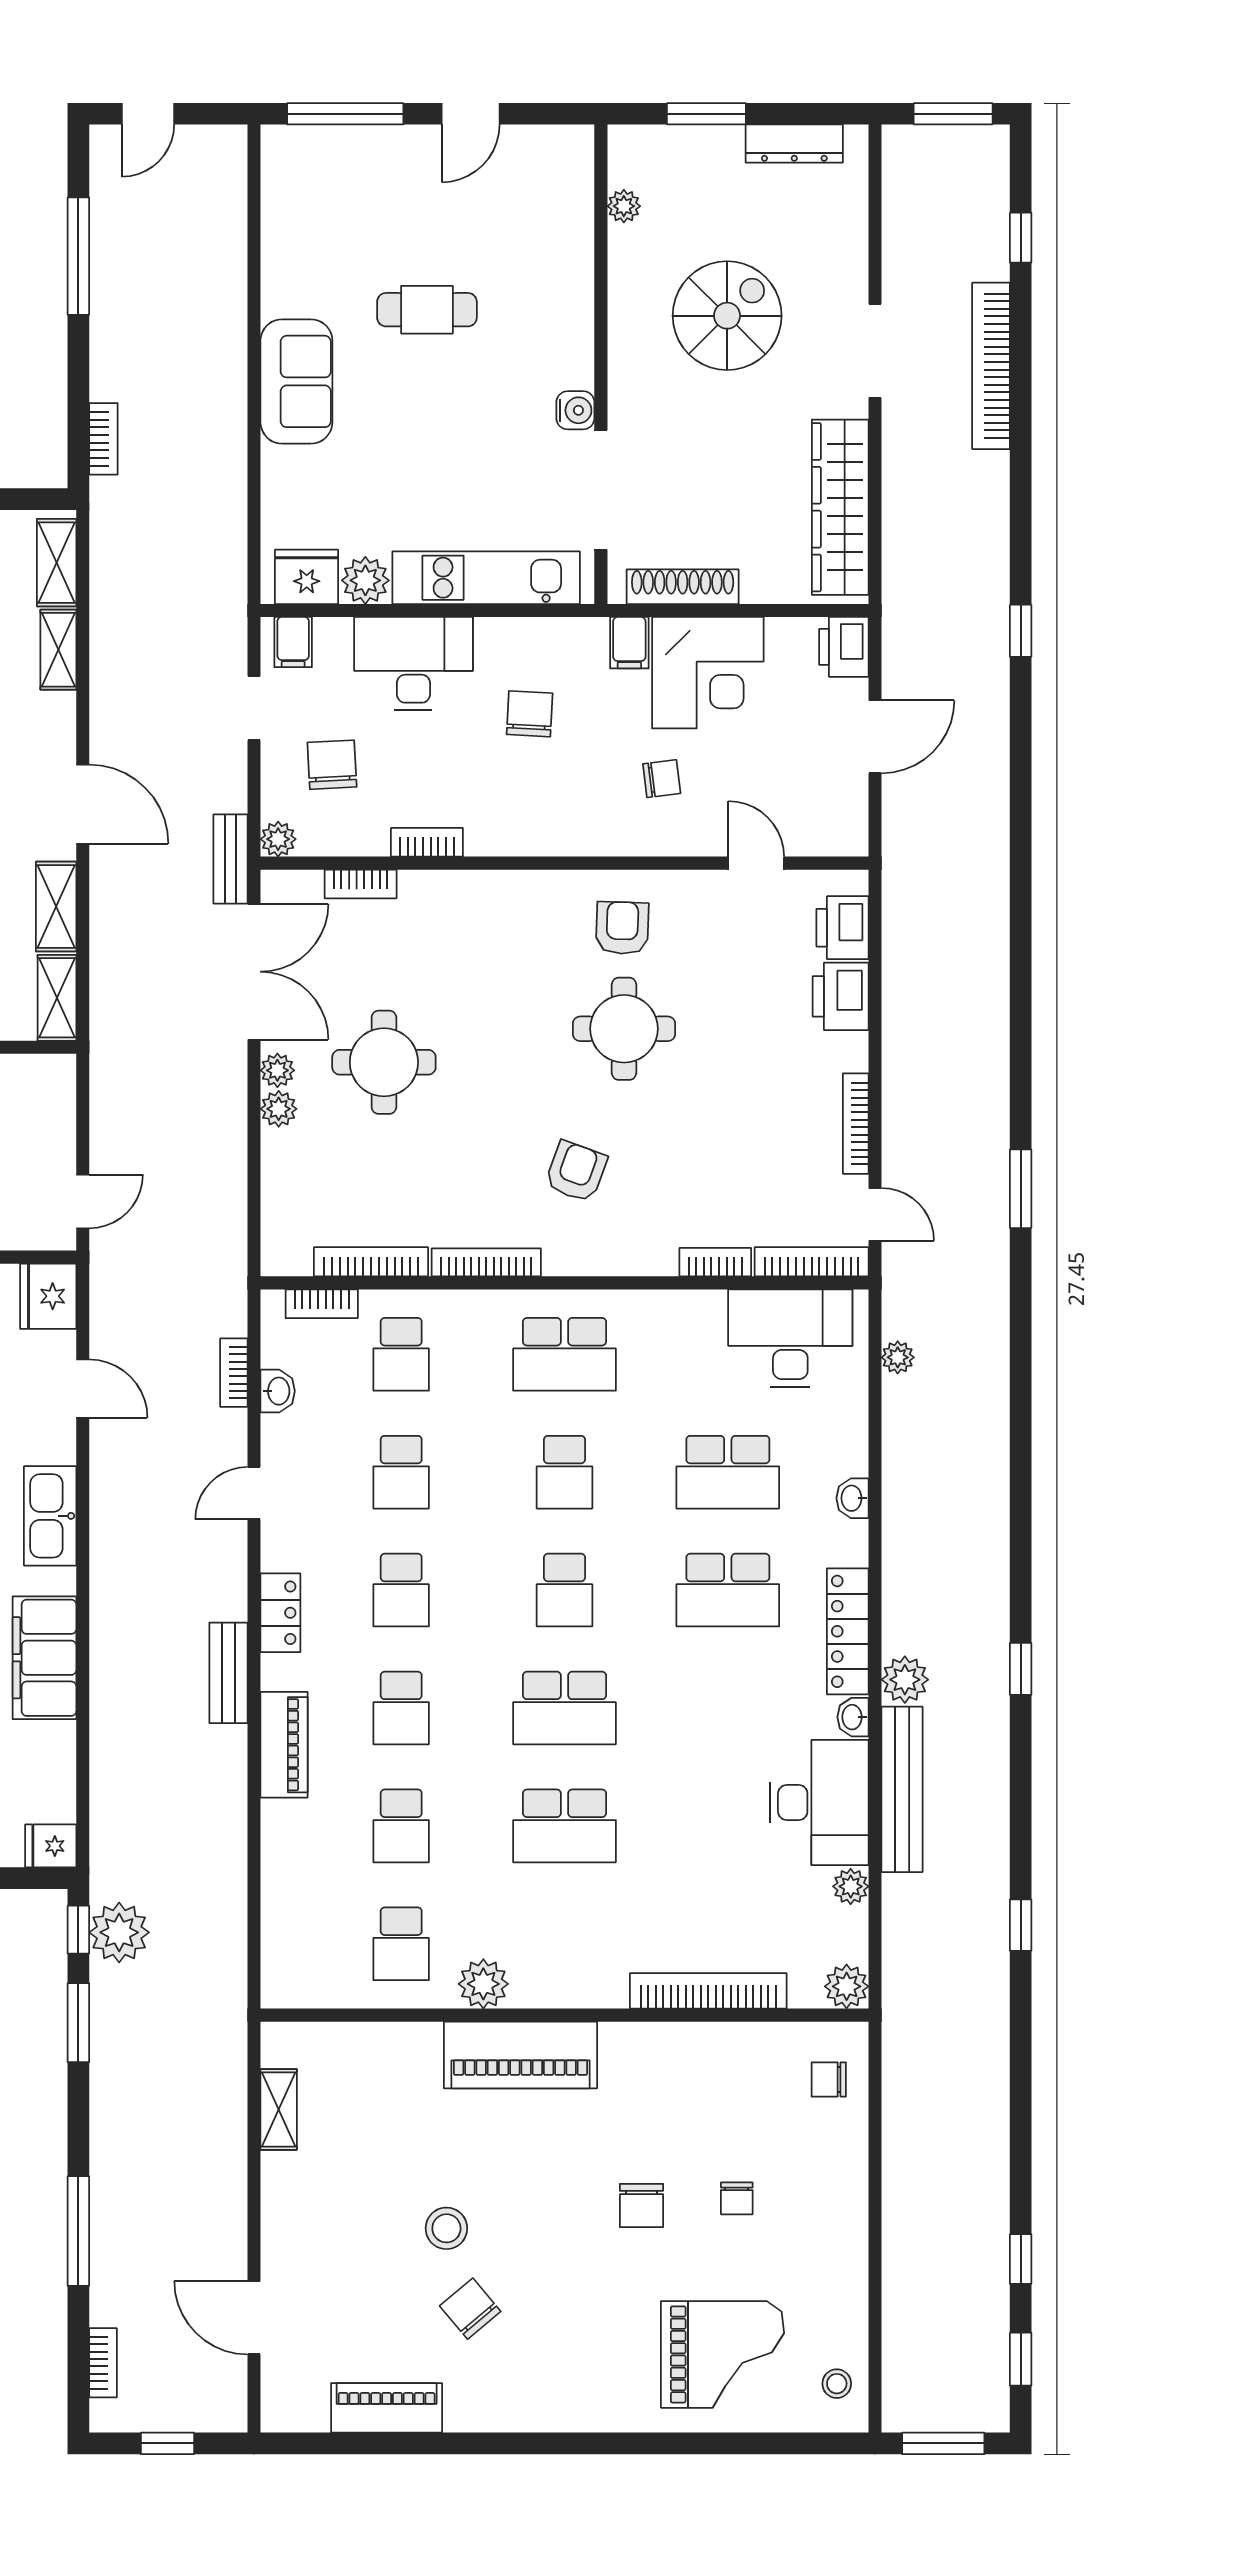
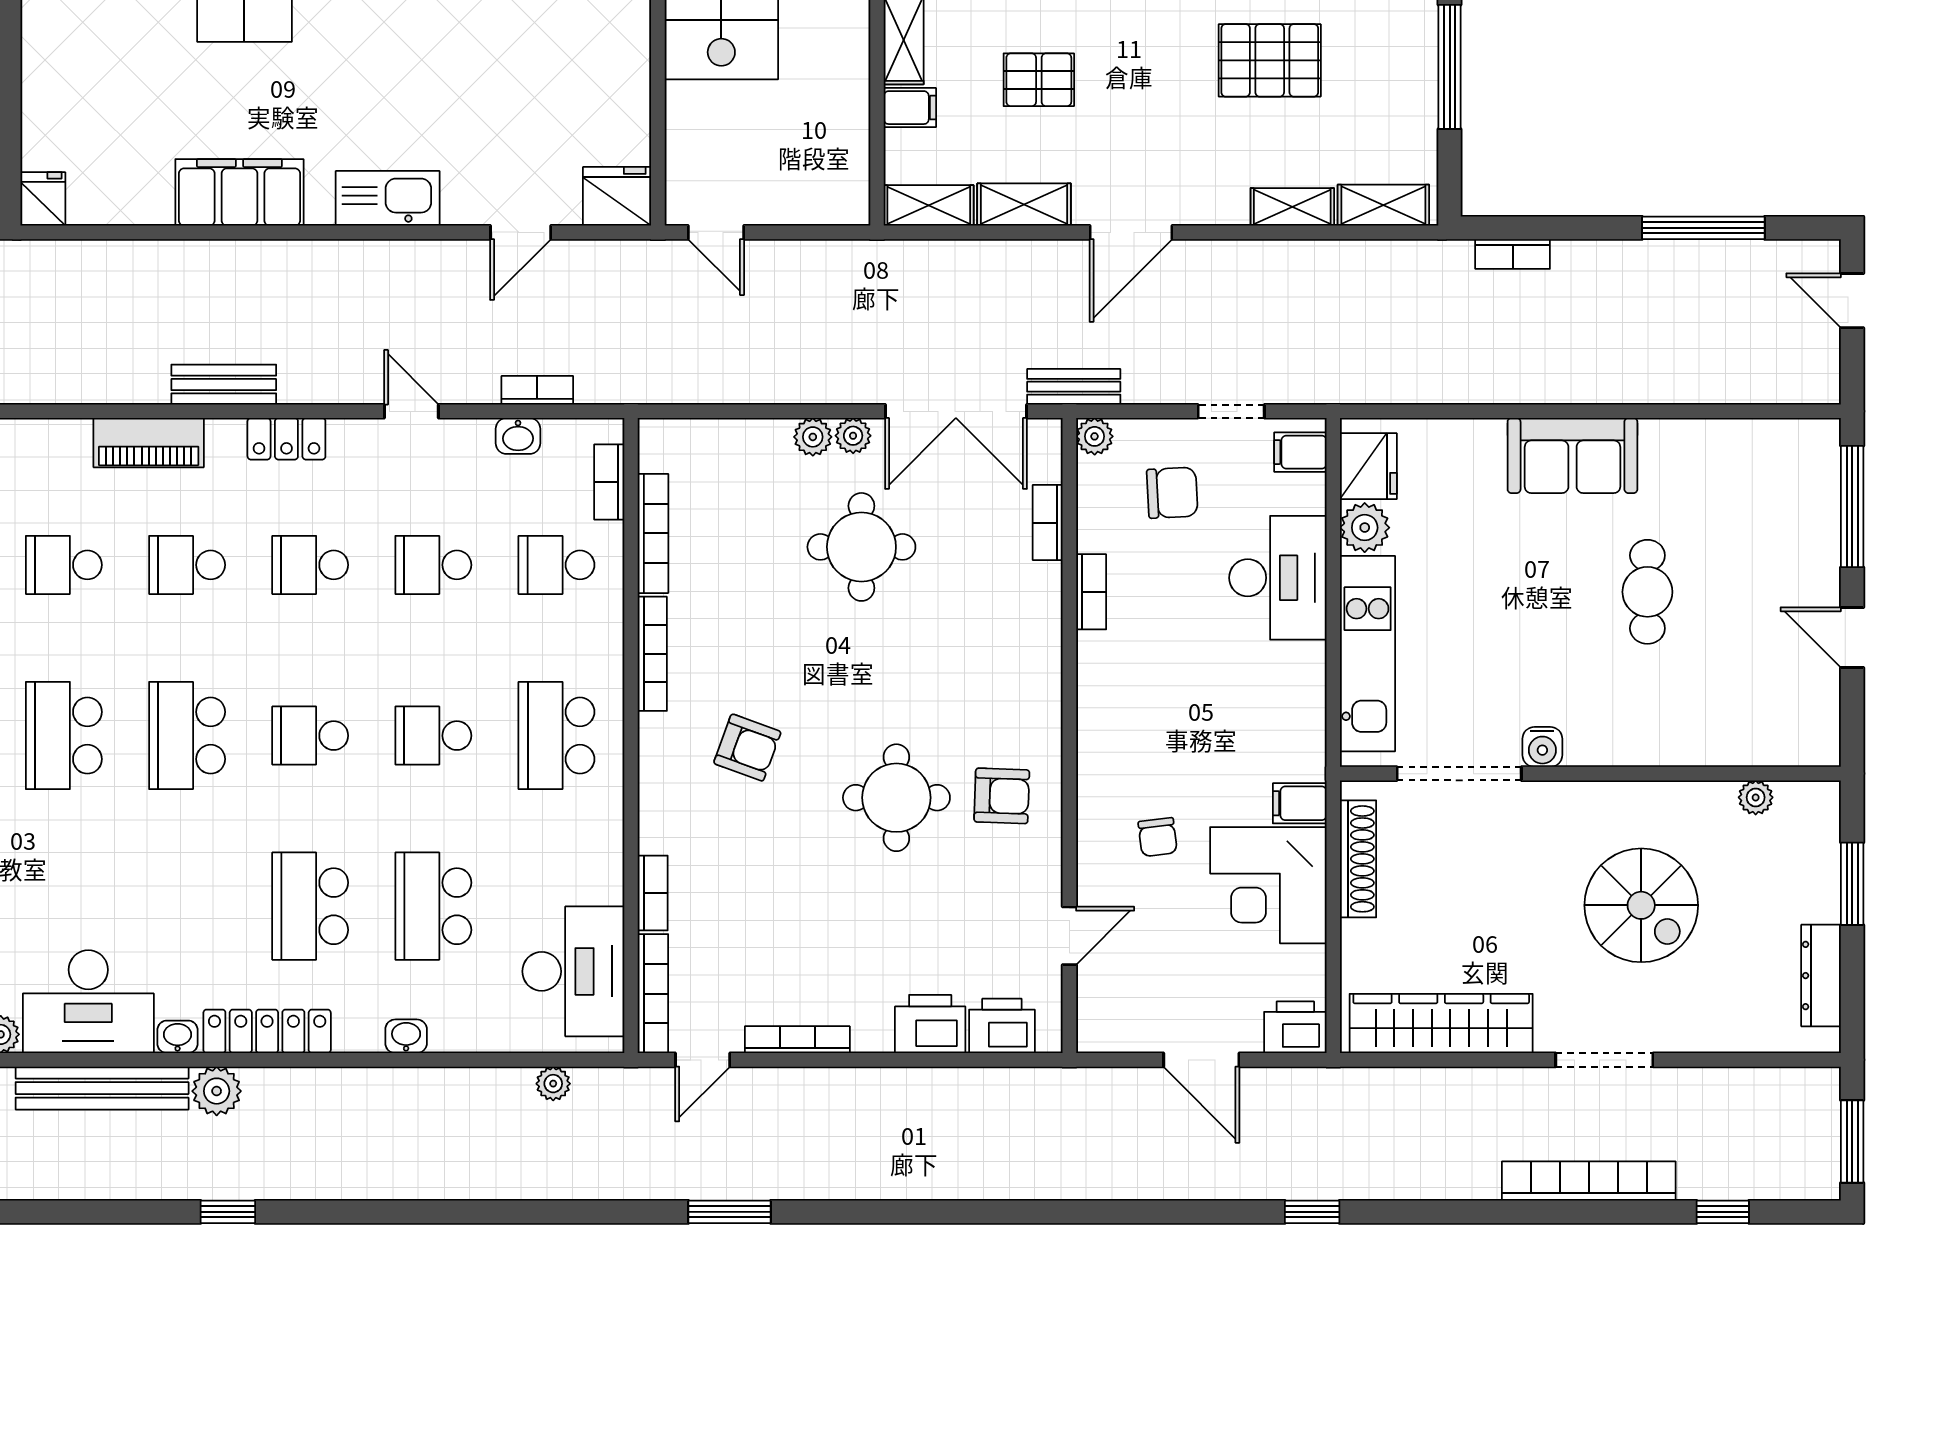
chair: (530, 714) -> (1225, 699), removed

